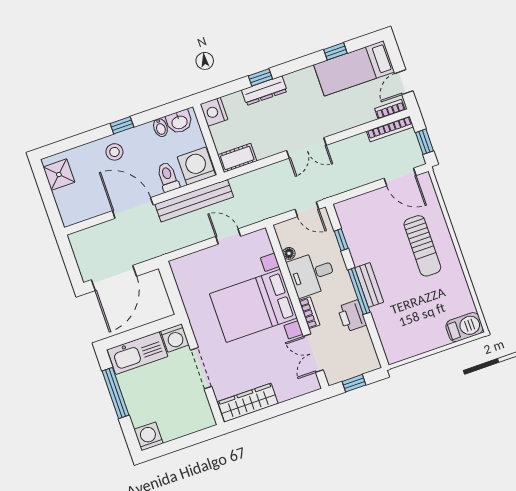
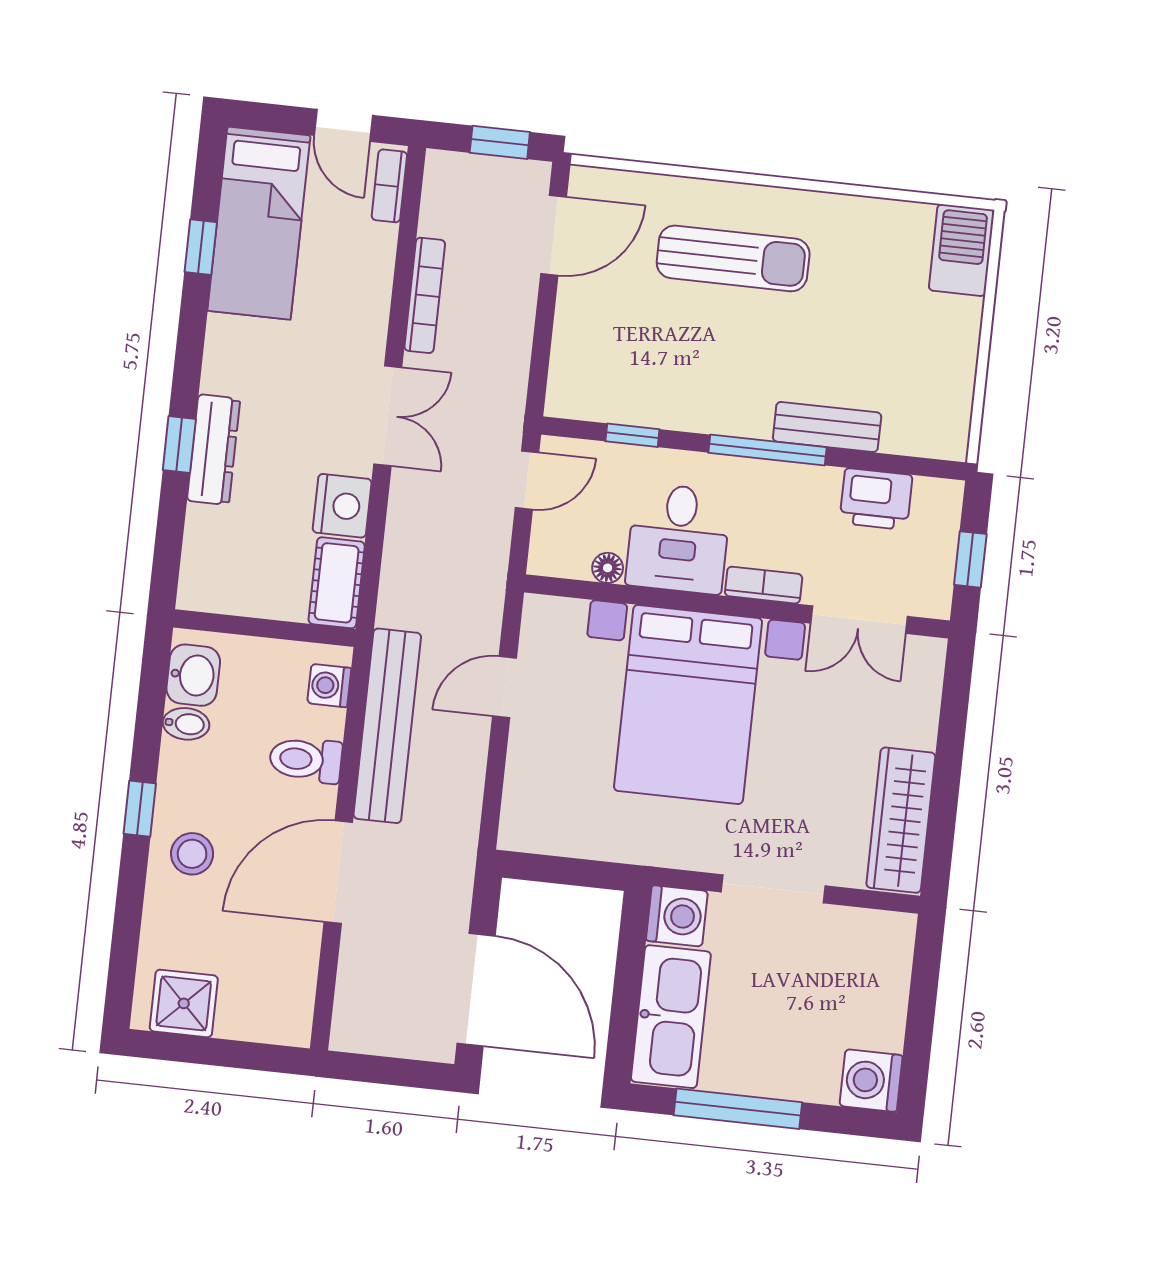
nightstand: (214, 112) -> (342, 506), moved, turned -90
bookcase: (390, 129) -> (425, 295), moved
washing machine: (196, 166) -> (329, 686), width x0.53, depth x0.53
bench: (369, 285) -> (827, 427), moved
printer: (352, 316) -> (876, 499), moved

